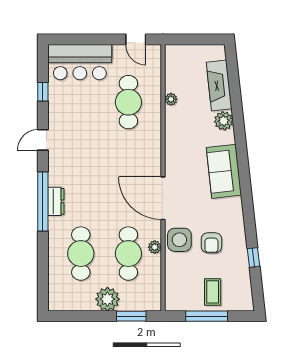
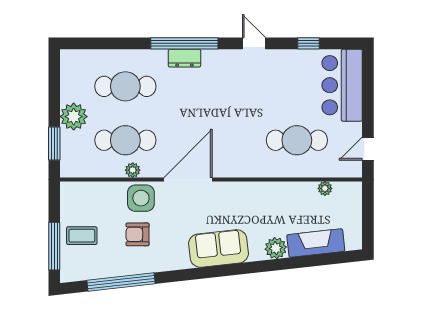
plant: (171, 99) -> (325, 188), moved
window: (253, 257) -> (121, 282), width x3.17
window: (207, 316) -> (54, 246), moved

